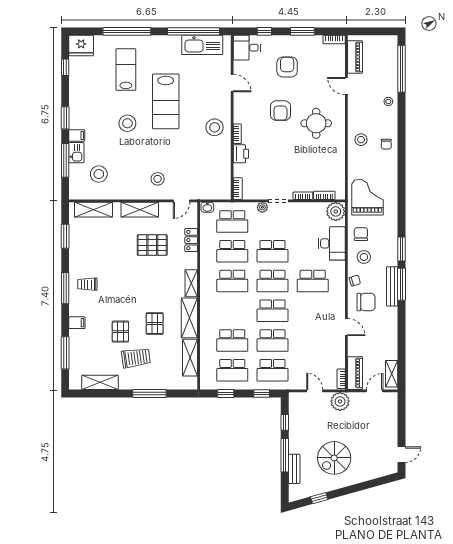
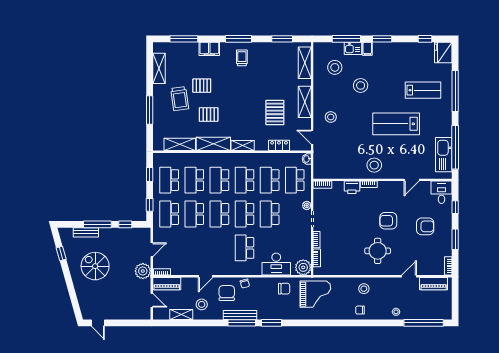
stool: (127, 123) -> (361, 85), moved
stool: (364, 257) -> (202, 304), moved
chair: (366, 302) -> (227, 293), turned 180
school desk: (232, 311) -> (219, 180), added
filing cabinet: (77, 323) -> (209, 49), width x2.00
shelving: (392, 374) -> (181, 315), moved

